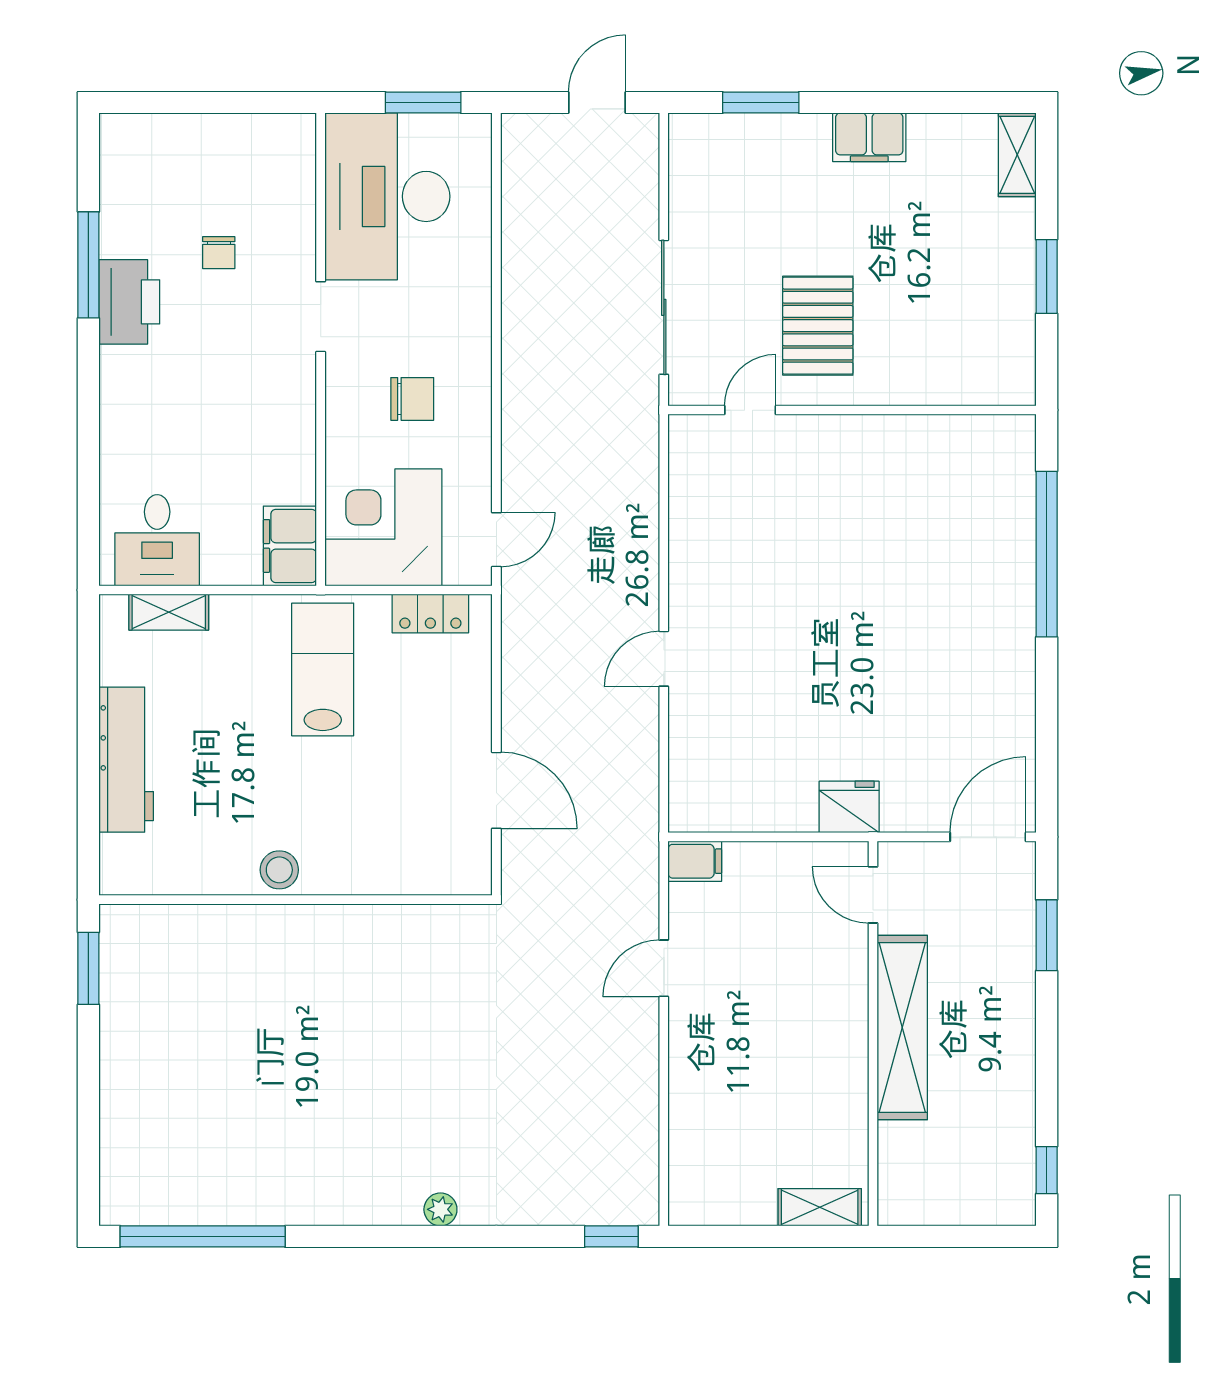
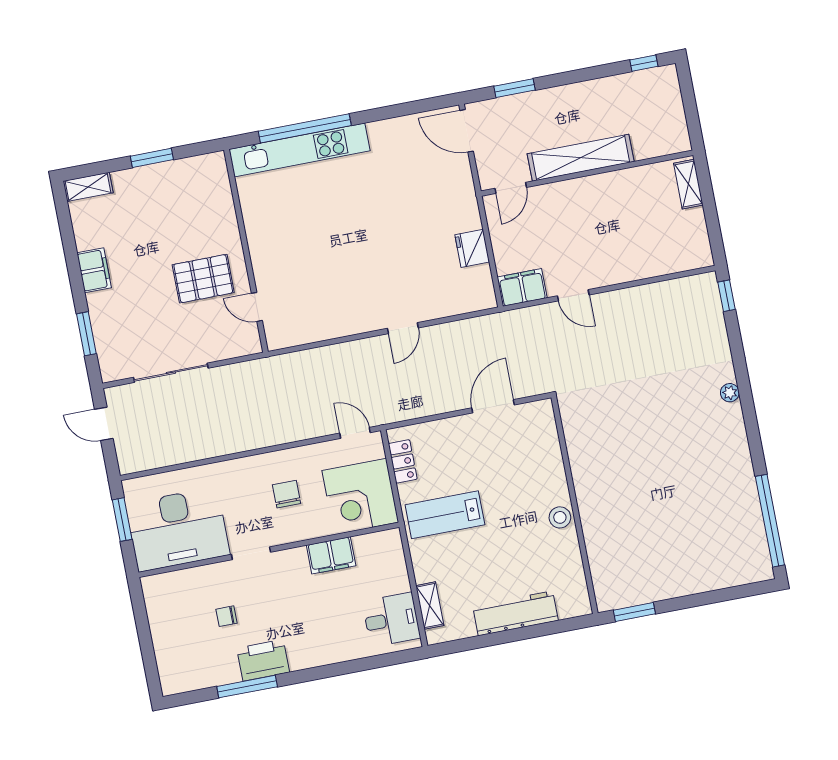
chair: (219, 253) -> (227, 616), turned 180
sliding door: (664, 307) -> (171, 373), moved
kitchen unit: (1011, 538) -> (299, 150), added
filing cabinet: (290, 546) -> (331, 555), moved
door: (664, 659) -> (403, 328), hinge flipped
fridge: (849, 807) -> (472, 248), moved
filing cabinet: (695, 861) -> (522, 287), width x2.00

